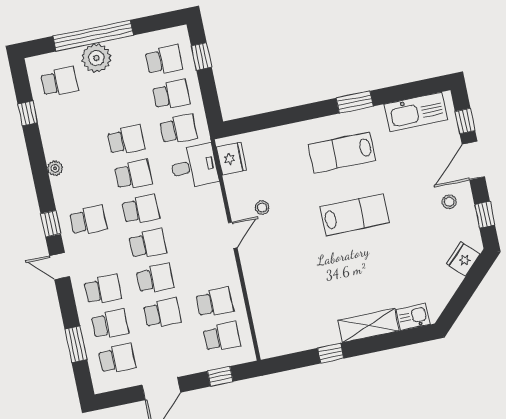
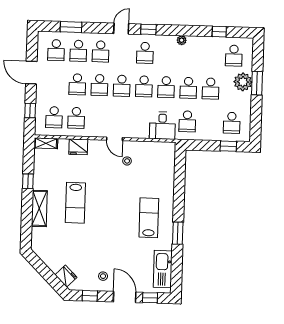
window: (93, 36) -> (257, 83), width x0.47
school desk: (171, 95) -> (211, 89), moved
fridge: (231, 159) -> (78, 147), moved
lab bench: (355, 215) -> (75, 203), moved
kitchen sink: (413, 317) -> (38, 237), removed
shelving: (265, 340) -> (46, 143), added

